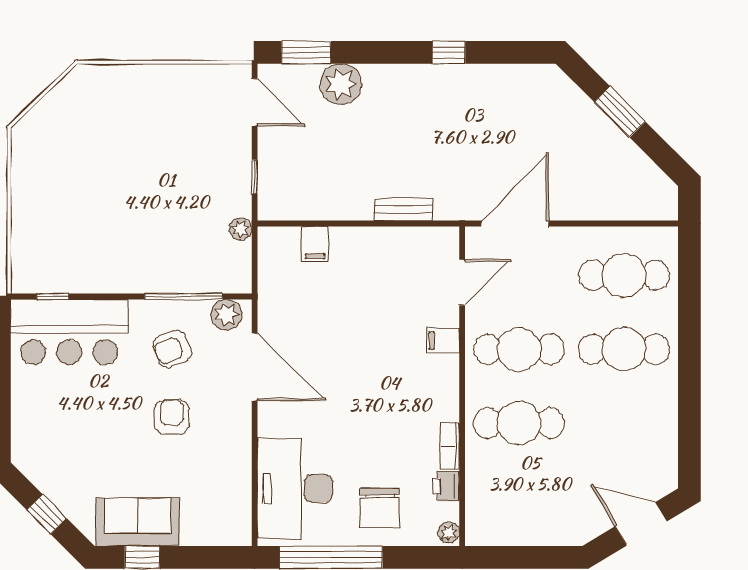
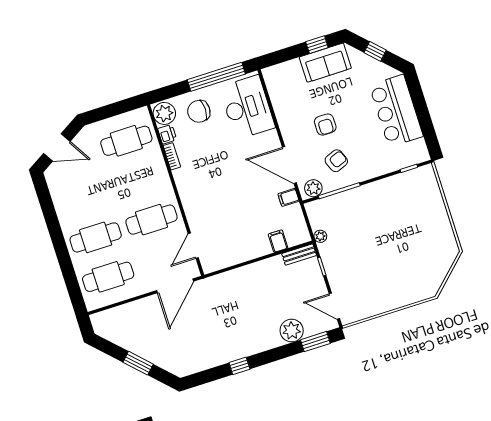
bench: (403, 210) -> (299, 254), moved
bar counter: (69, 332) -> (396, 111), moved, turned -90
filing cabinet: (443, 341) -> (288, 197), moved, turned 180
cafe table: (519, 423) -> (126, 141), moved
chair: (380, 508) -> (199, 111), turned -90
plant: (449, 532) -> (164, 113), width x1.88, depth x1.88

